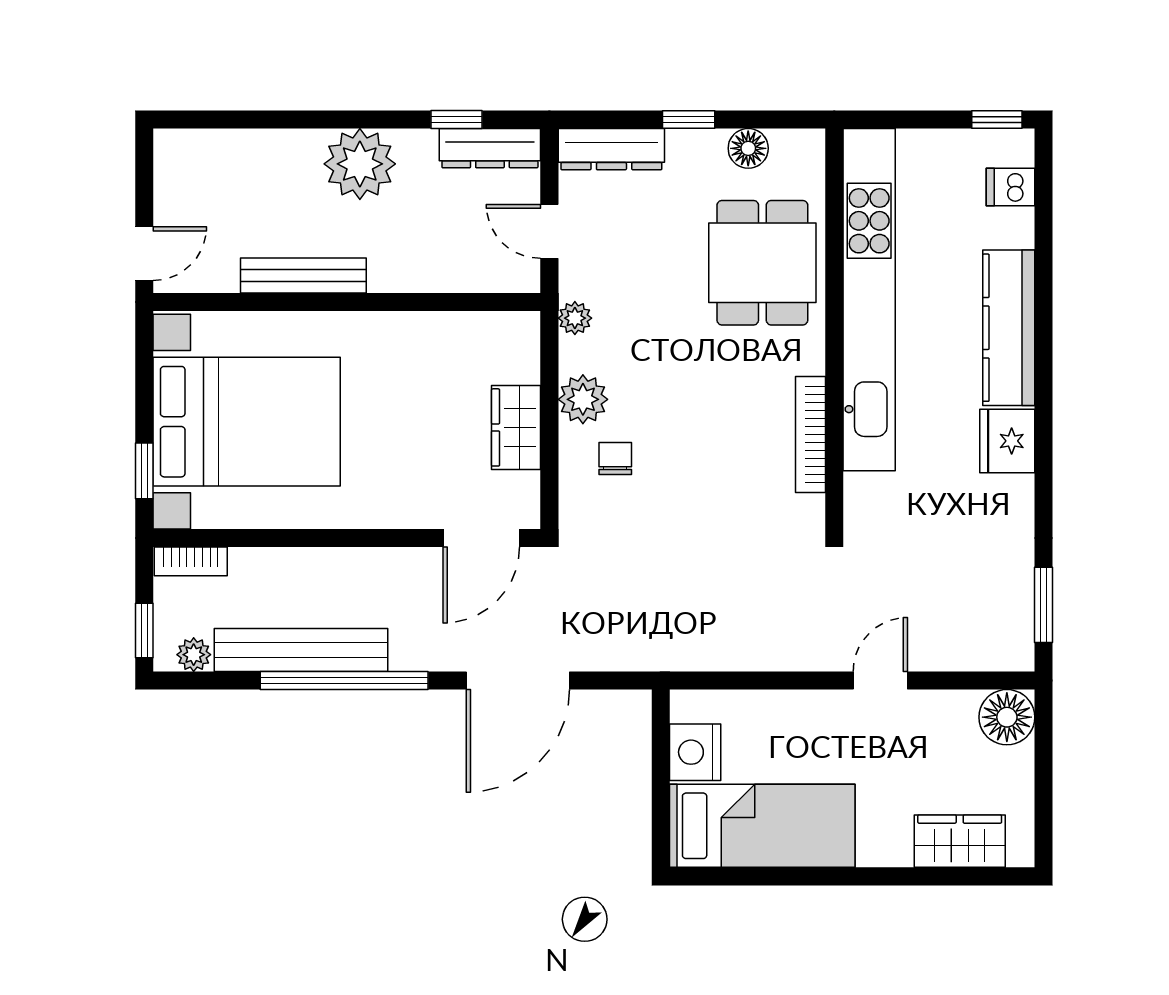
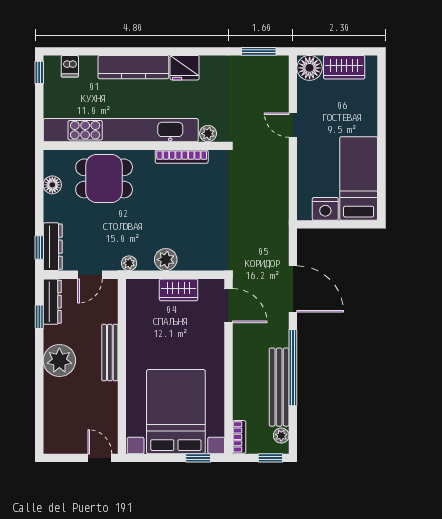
window: (689, 119) -> (39, 247), moved
bench: (303, 276) -> (110, 353), moved
chair: (615, 458) -> (193, 245), removed
plant: (862, 493) -> (208, 134), added
wardrobe: (960, 841) -> (344, 67), moved, turned -90

